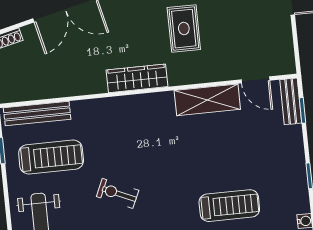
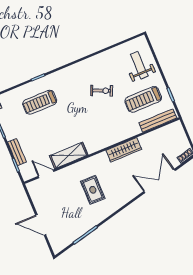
wardrobe: (137, 78) -> (124, 150), moved
bench: (291, 101) -> (17, 152), moved

